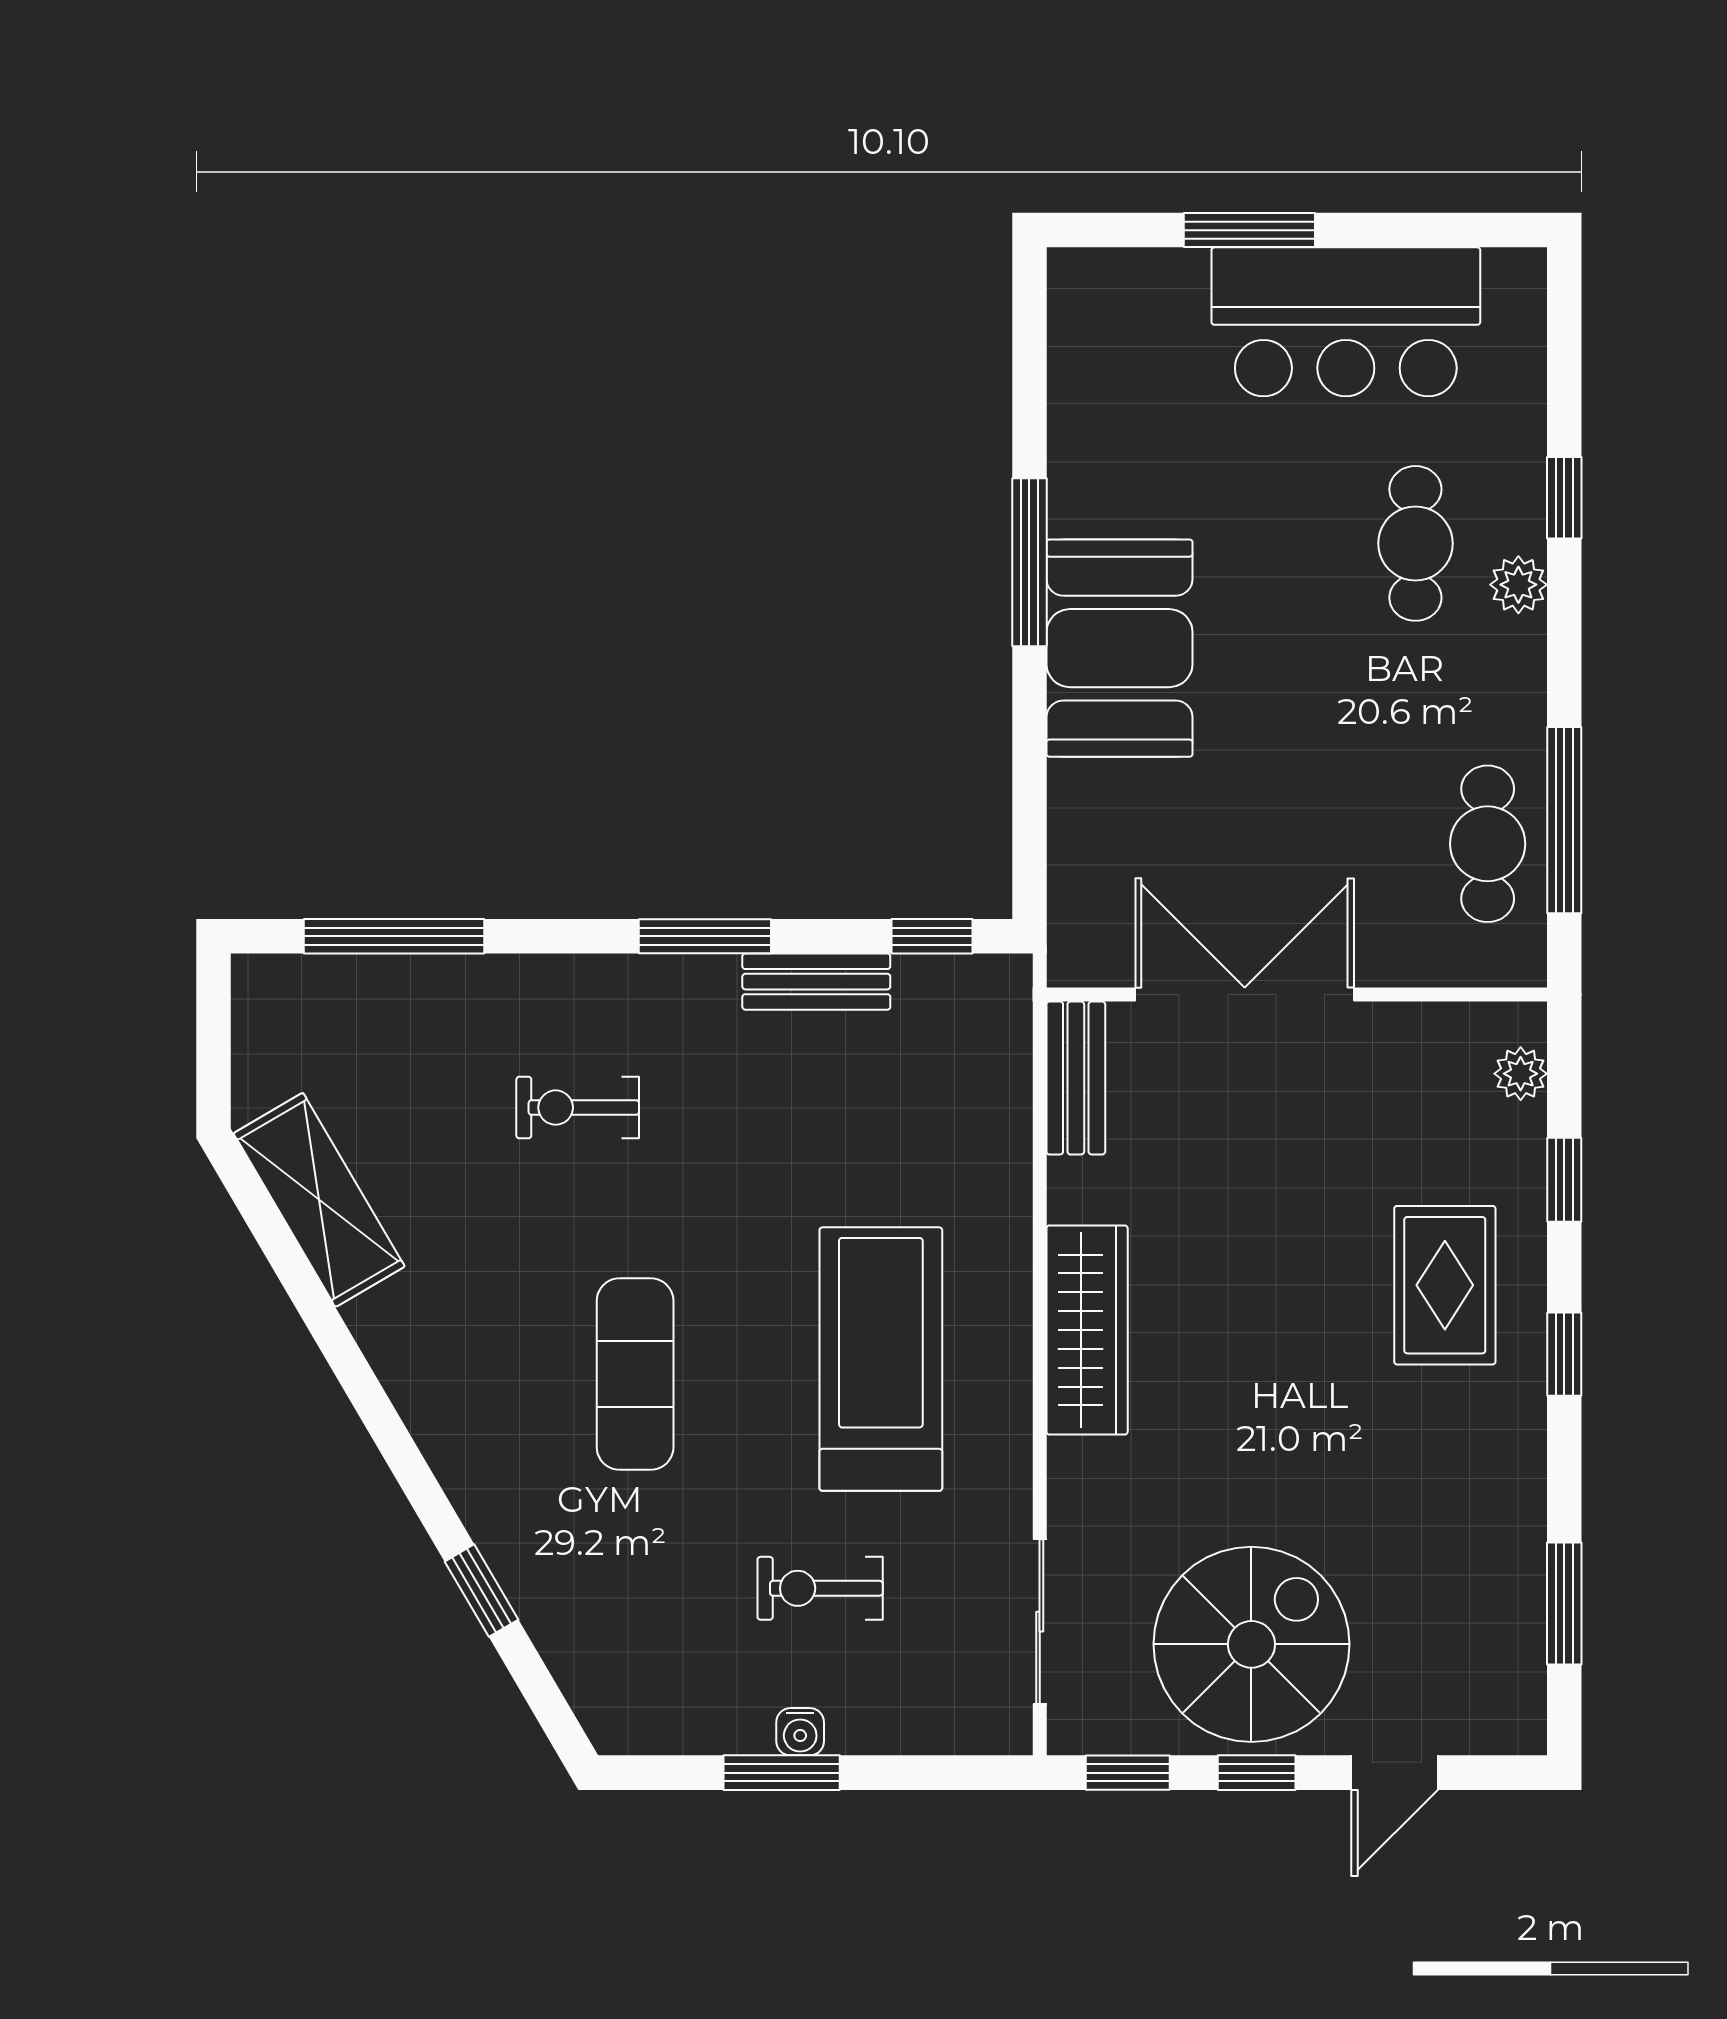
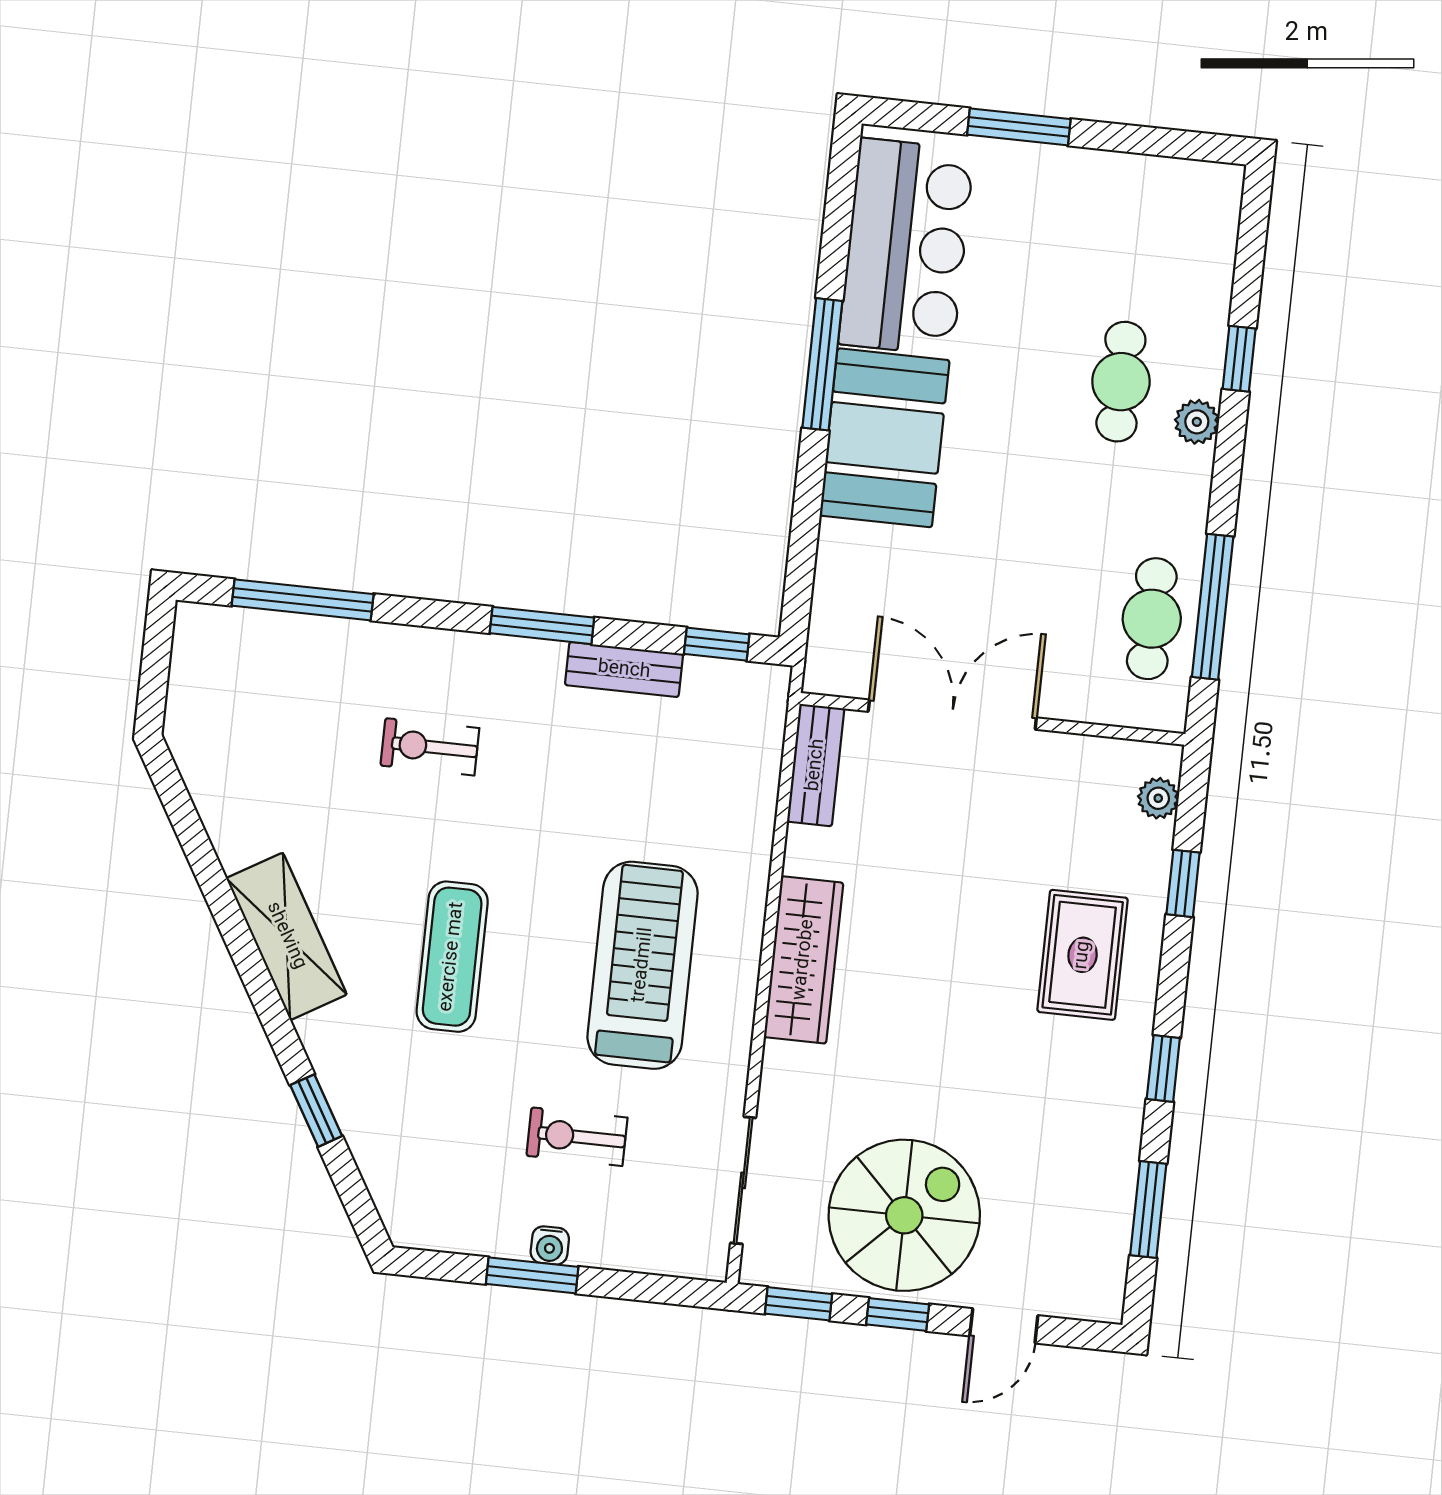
bar counter: (1346, 322) -> (906, 247), moved, turned -90
shelving: (319, 1200) -> (286, 936), moved
window: (1564, 1354) -> (1163, 1069), moved

